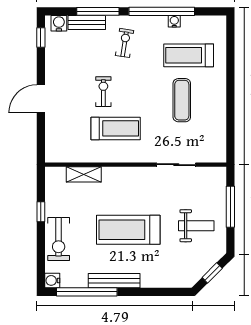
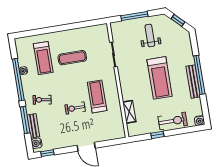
window: (87, 292) -> (199, 75), moved

